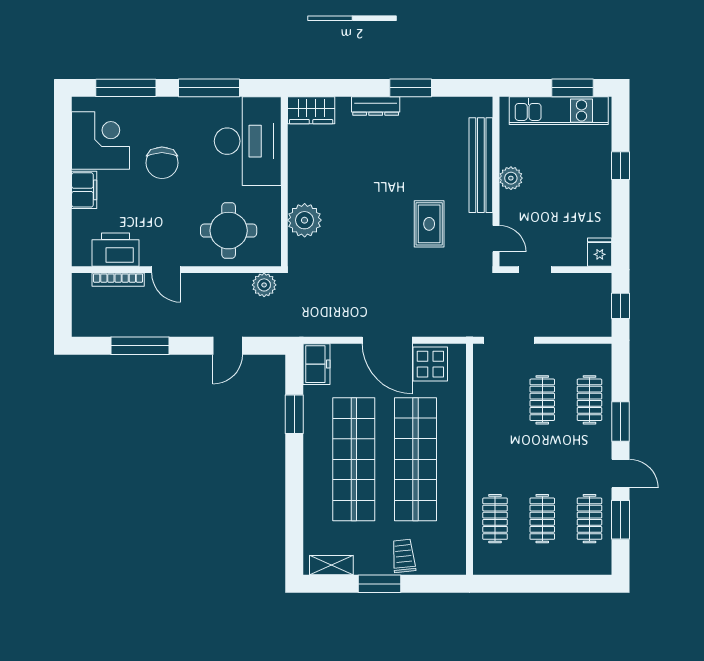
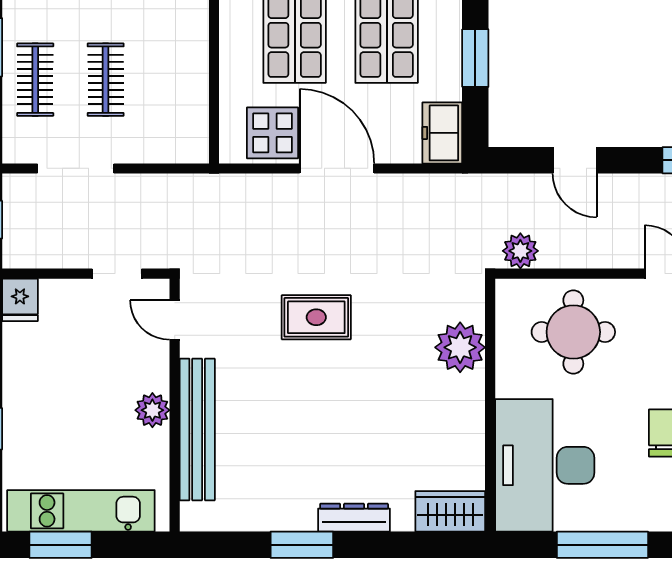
rug: (429, 224) -> (316, 317), moved, turned 90
doorway: (509, 340) -> (76, 168), moved
door: (228, 346) -> (575, 160), swing flipped

